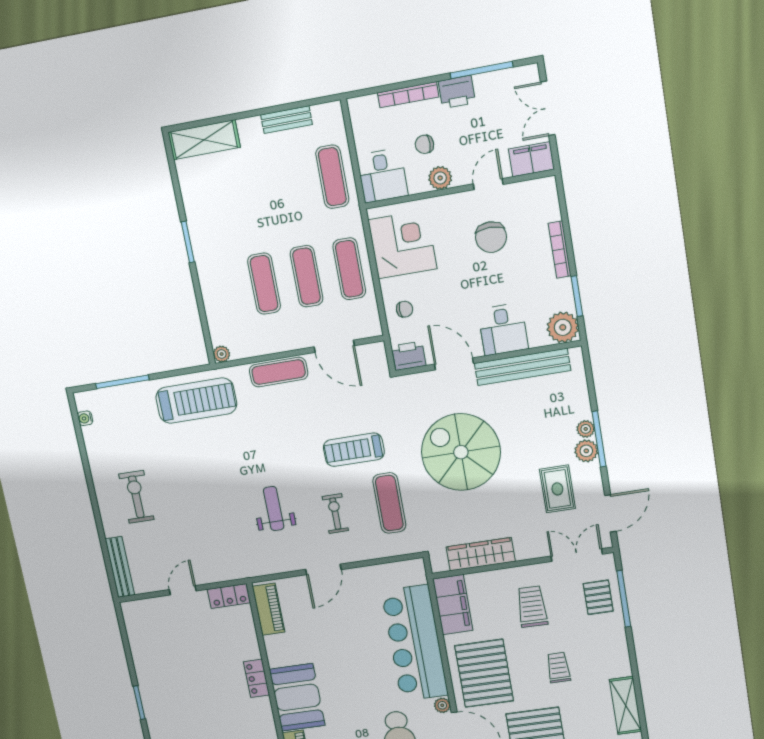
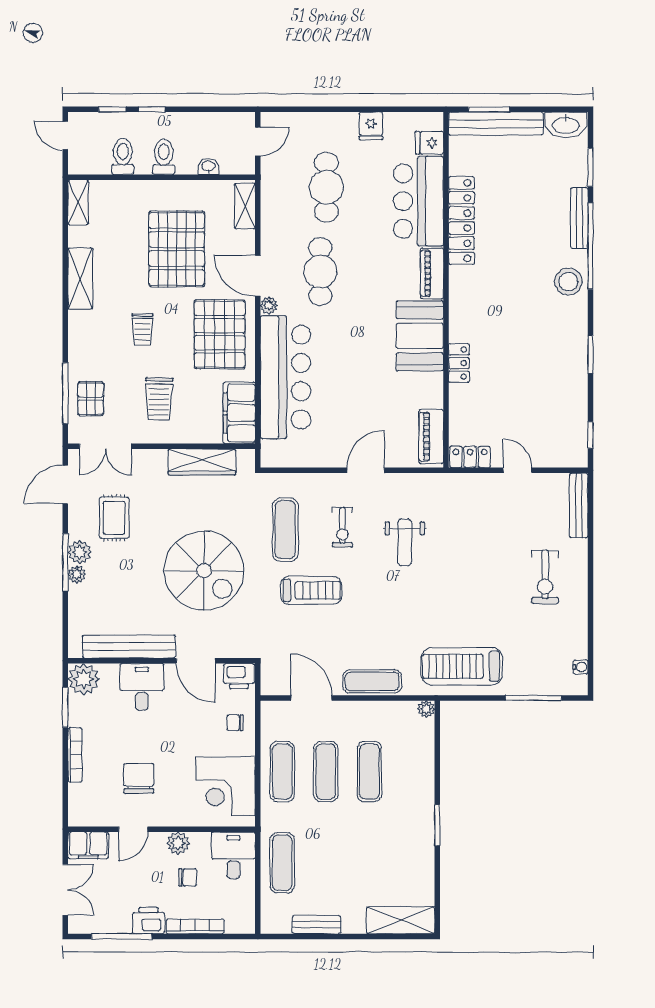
door: (183, 590) -> (517, 470), swing flipped
window: (123, 632) -> (590, 435), added

